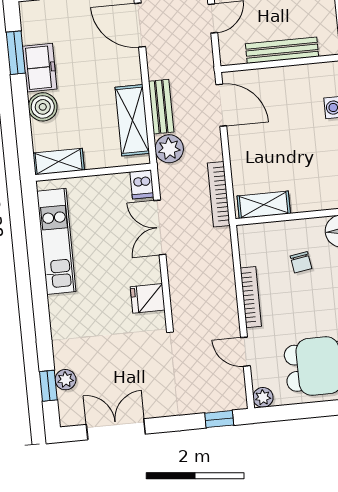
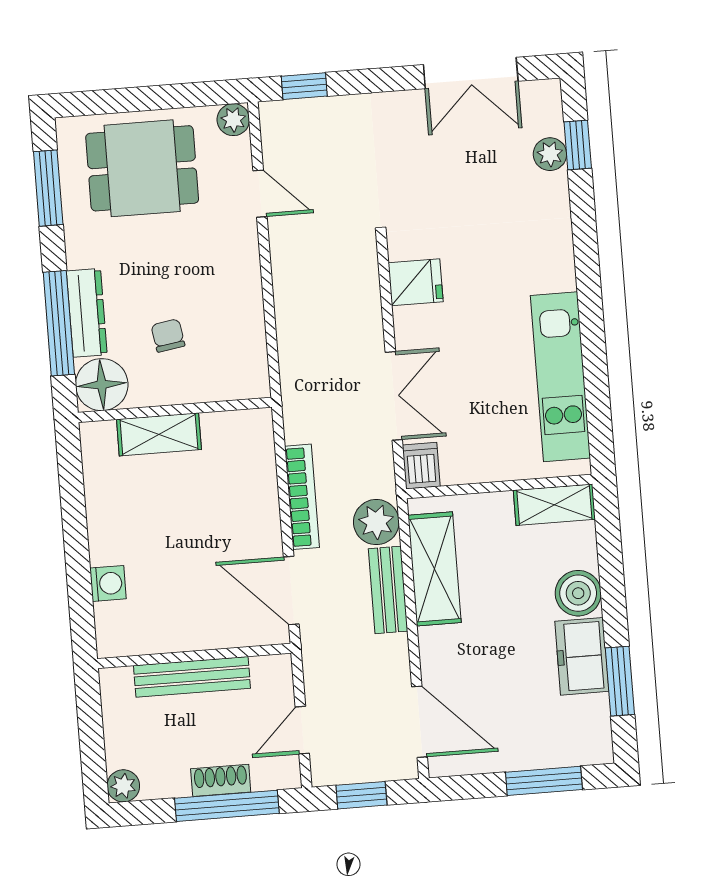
bookcase: (219, 194) -> (302, 497), moved
shelving: (264, 205) -> (159, 434), moved
bookcase: (251, 297) -> (250, 281), removed

